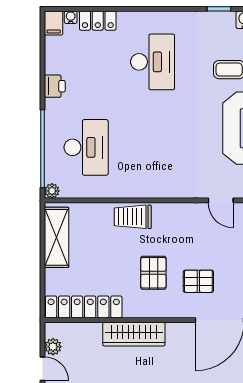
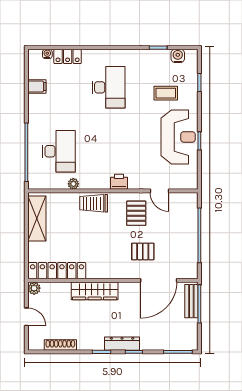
filing cabinet: (54, 23) -> (37, 86), moved, turned -90
printer: (55, 86) -> (119, 182), moved, turned -90
plant: (52, 191) -> (73, 184), moved
pallet: (153, 273) -> (136, 213), moved
plant: (53, 347) -> (34, 288), moved

